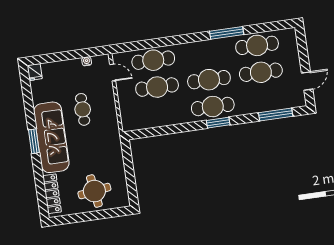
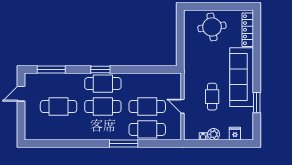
window: (227, 33) -> (124, 144), moved
cafe table: (257, 45) -> (59, 129), removed
plant: (75, 66) -> (214, 134), added
fridge: (35, 72) -> (235, 134), moved
door: (113, 73) -> (183, 106), moved
window: (34, 141) -> (257, 103), moved

